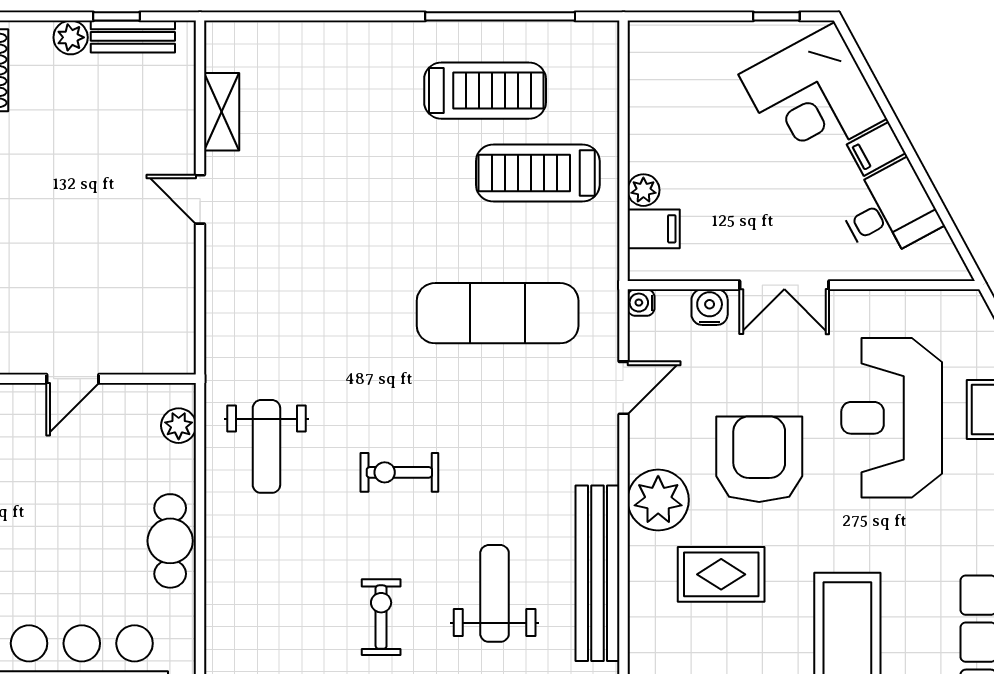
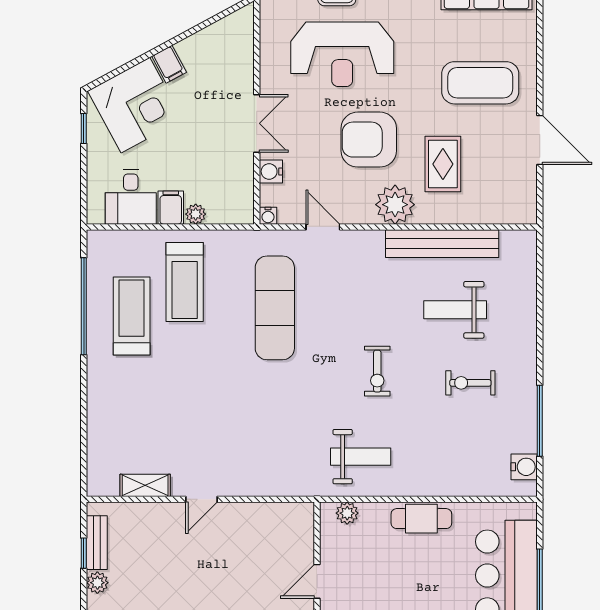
desk: (889, 211) -> (131, 197), moved, turned -152
filing cabinet: (654, 229) -> (171, 208), moved
door: (73, 379) -> (317, 581), swing flipped

